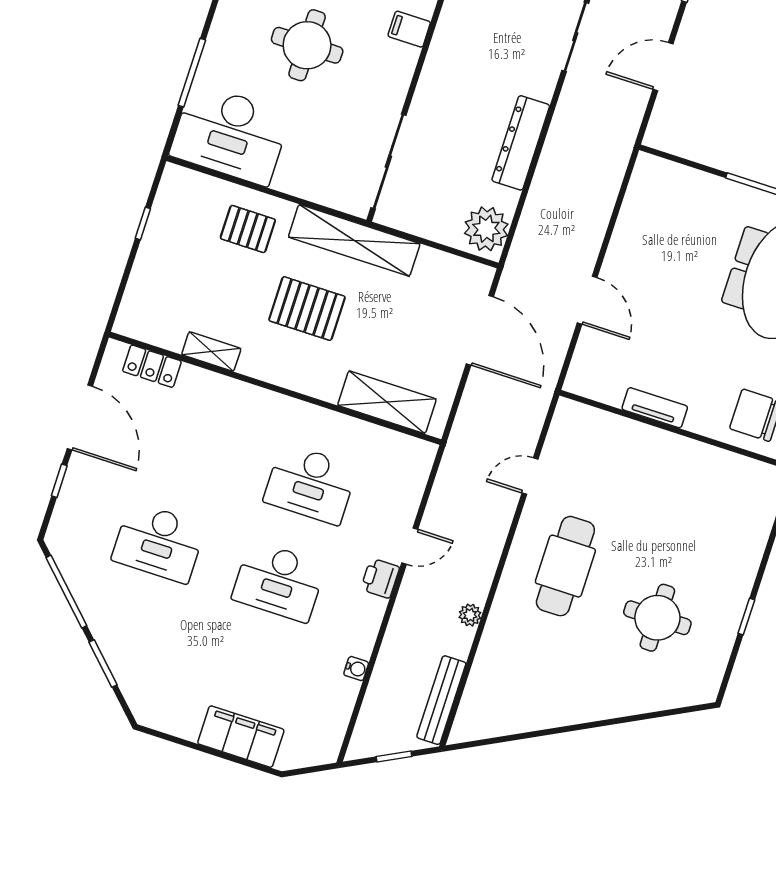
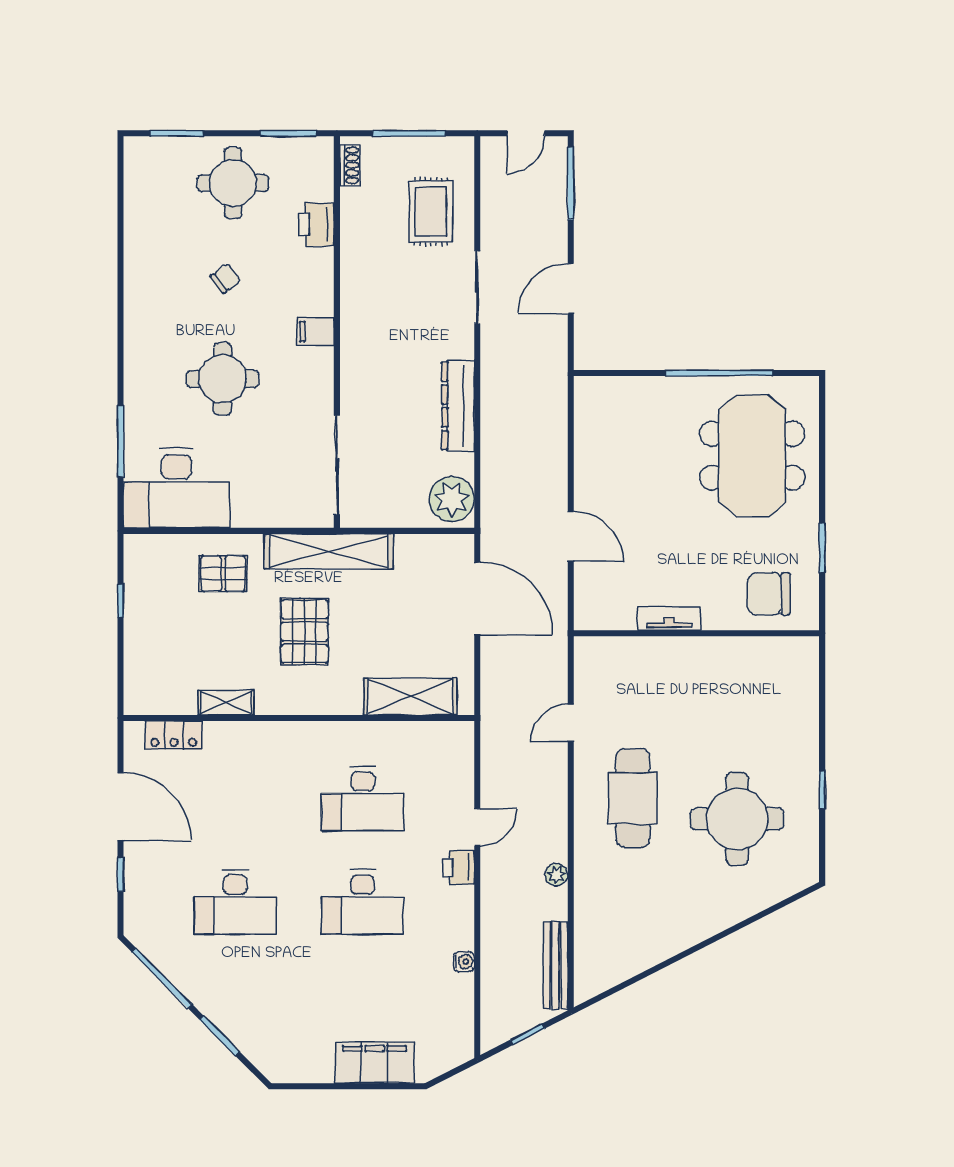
pallet: (307, 309) -> (305, 632), turned 90
round table: (657, 618) -> (737, 819), width x1.36, depth x1.36

